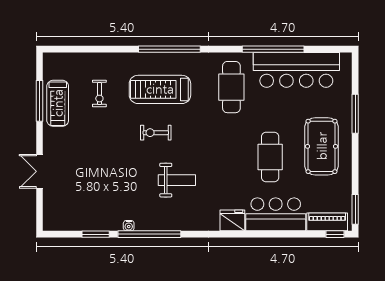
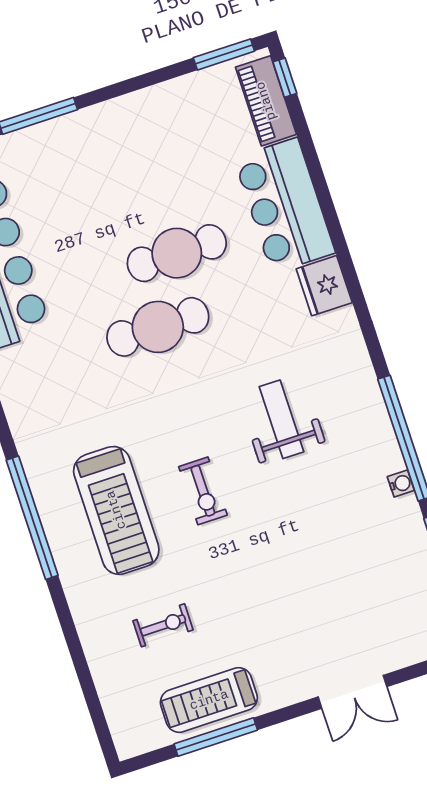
cafe table: (231, 87) -> (158, 327), moved
treadmill: (58, 103) -> (209, 700), turned 180
pool table: (322, 146) -> (123, 160), removed

